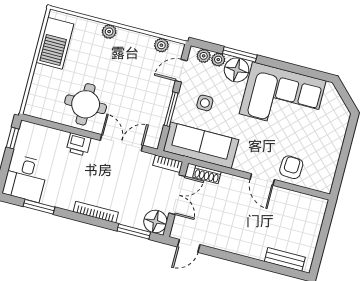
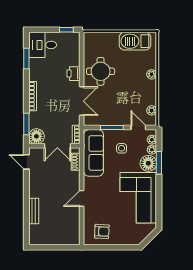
armchair: (291, 167) -> (102, 231), moved
bench: (285, 259) -> (34, 211), moved

